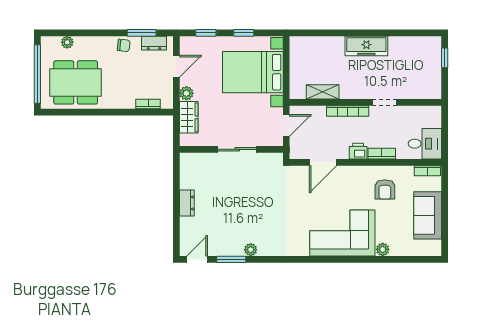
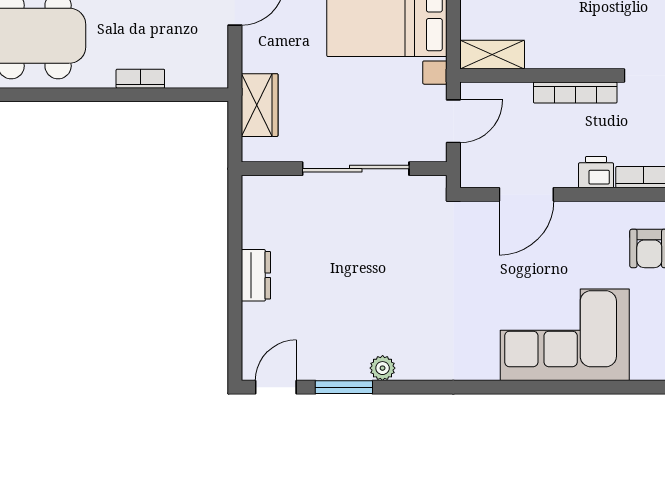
shelving: (323, 92) -> (492, 55), moved
plant: (186, 93) -> (255, 57), removed
bookcase: (148, 104) -> (140, 79), moved
sliding door: (237, 149) -> (356, 169), width x1.37
plant: (383, 249) -> (645, 368), removed

